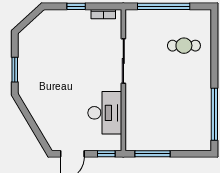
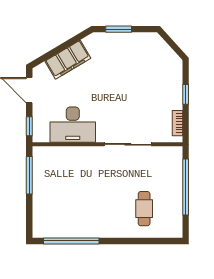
filing cabinet: (44, 117) -> (68, 60), added

